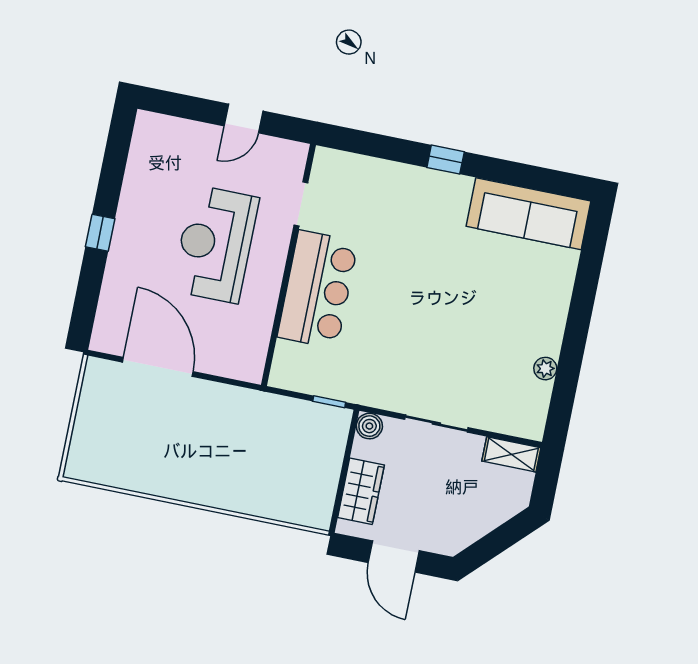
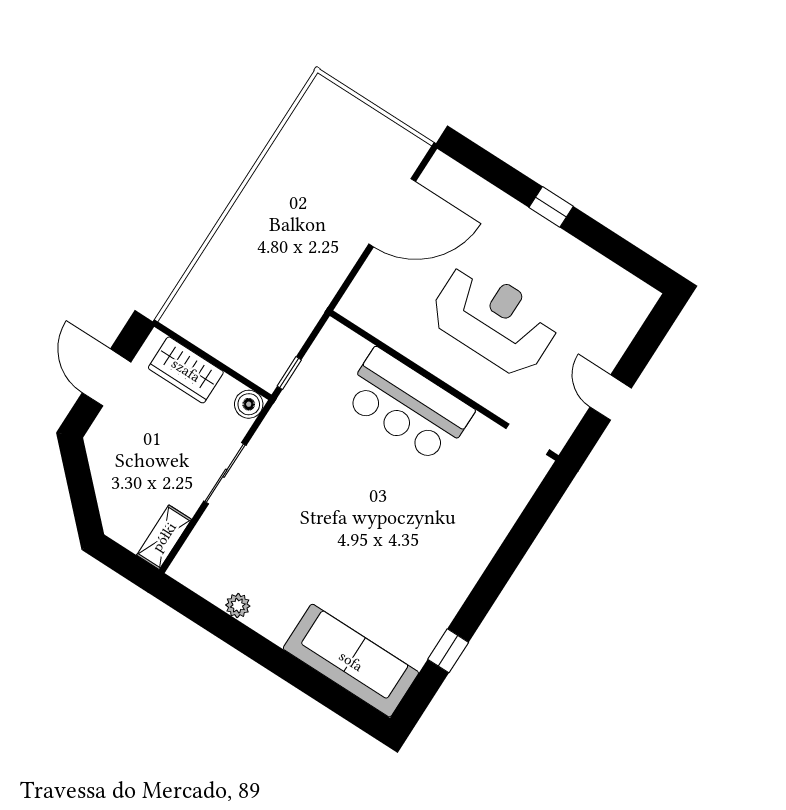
window: (446, 160) -> (448, 651), moved
doorway: (301, 204) -> (528, 439), moved
sofa: (529, 214) -> (351, 661), moved, turned 90
door: (394, 557) -> (107, 377), hinge flipped

